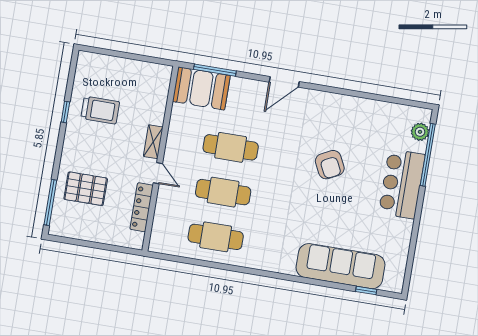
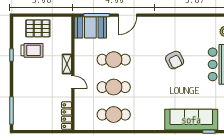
door: (284, 82) -> (128, 15), moved
pallet: (86, 189) -> (38, 28), moved
locker: (142, 207) -> (67, 116), moved

